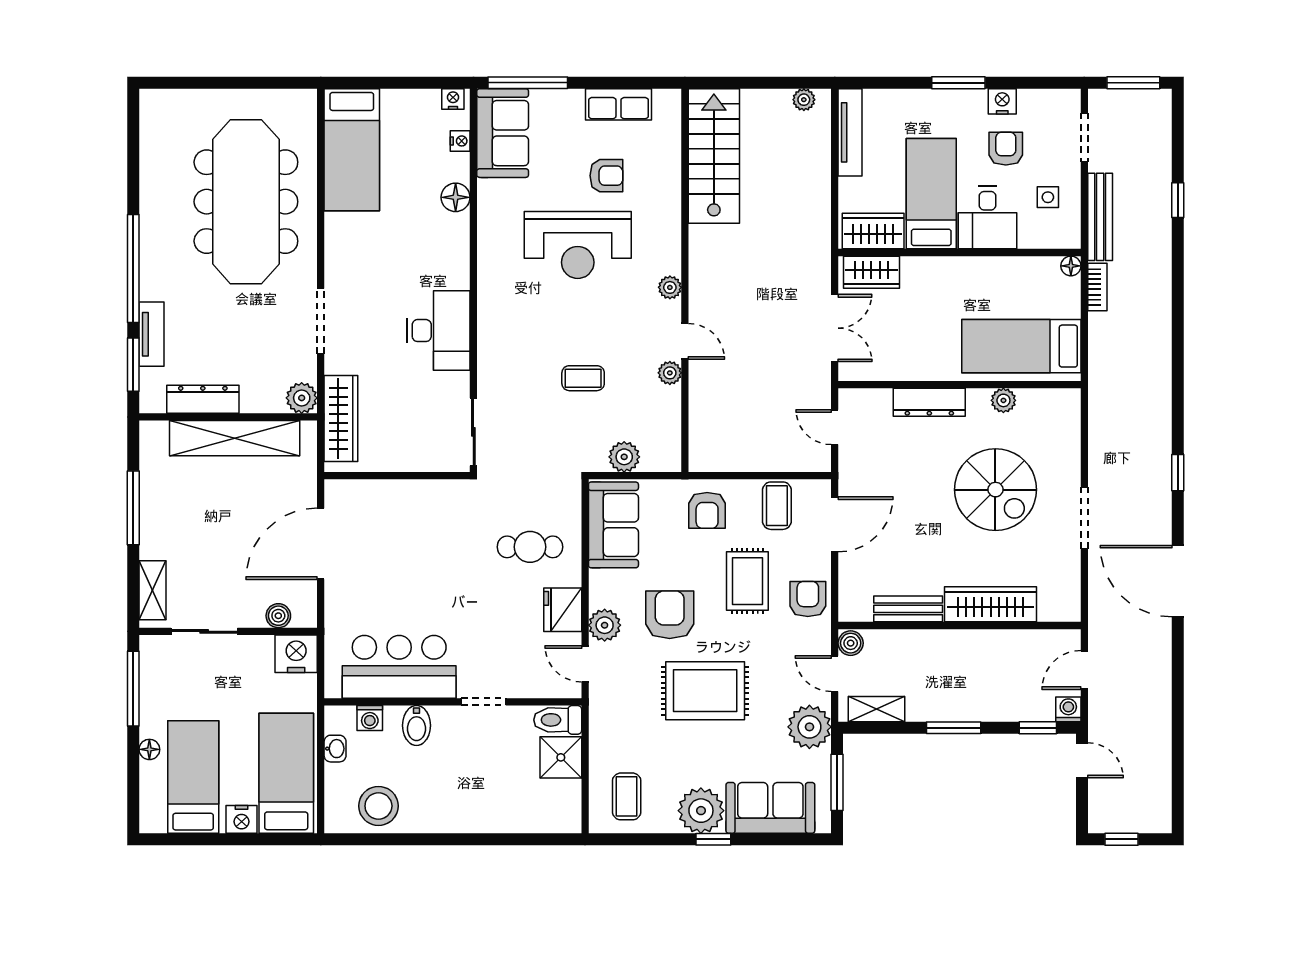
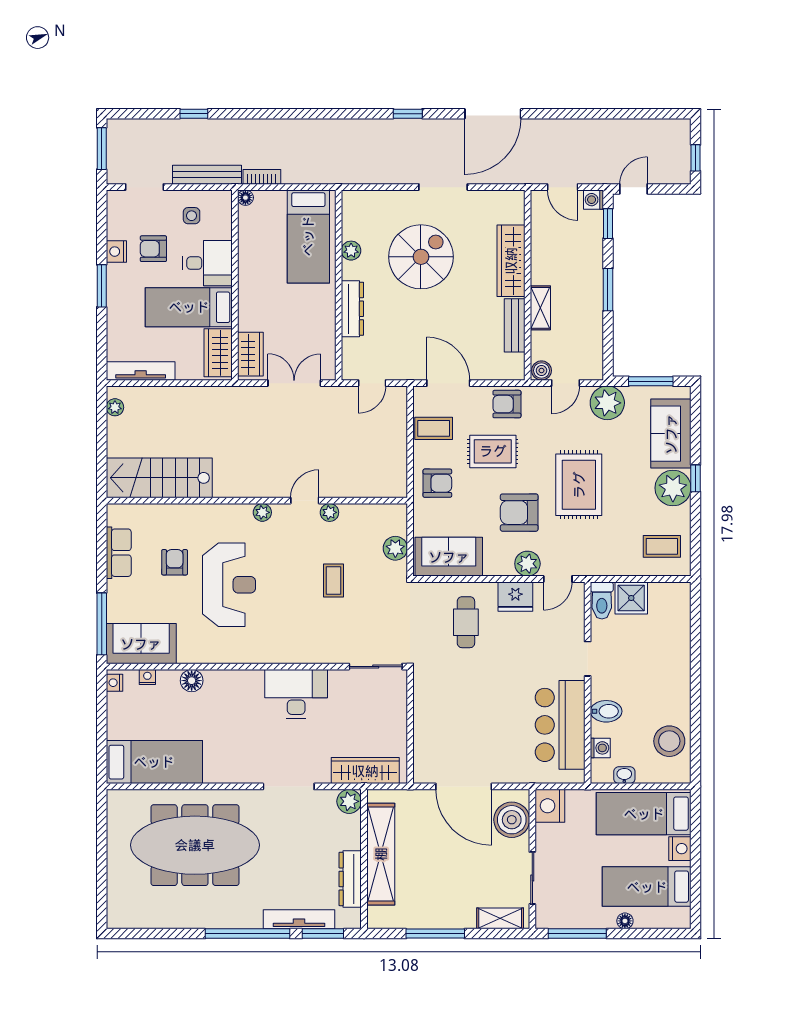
tv unit: (151, 334) -> (299, 919), width x1.41
boiler: (278, 616) -> (512, 820), width x1.86, depth x1.86
shelving: (876, 709) -> (540, 308), moved

